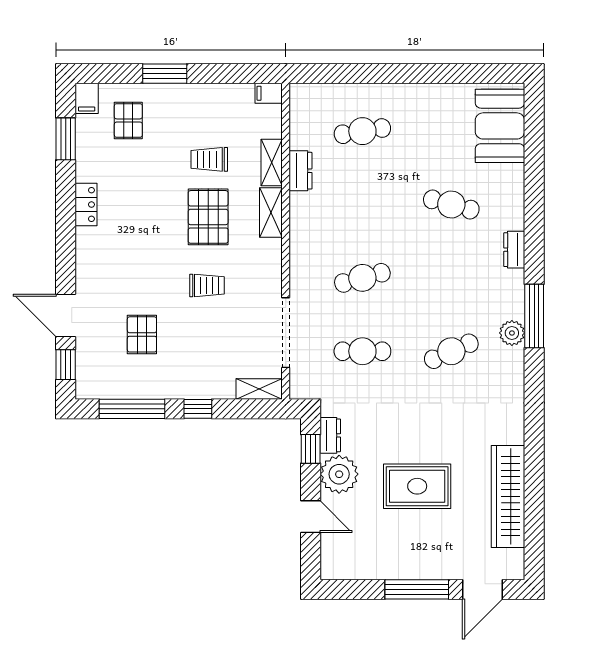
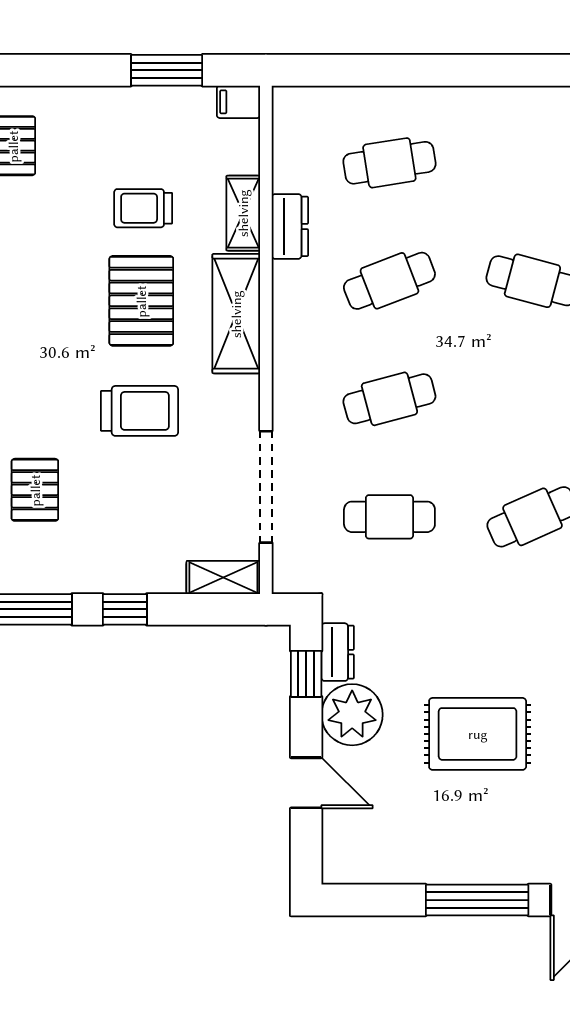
window: (165, 74) -> (167, 70), moved
cafe table: (362, 205) -> (389, 281), added
shelving: (271, 213) -> (236, 314), width x1.50, depth x1.33
trolley: (207, 285) -> (139, 411), width x1.36, depth x1.39

